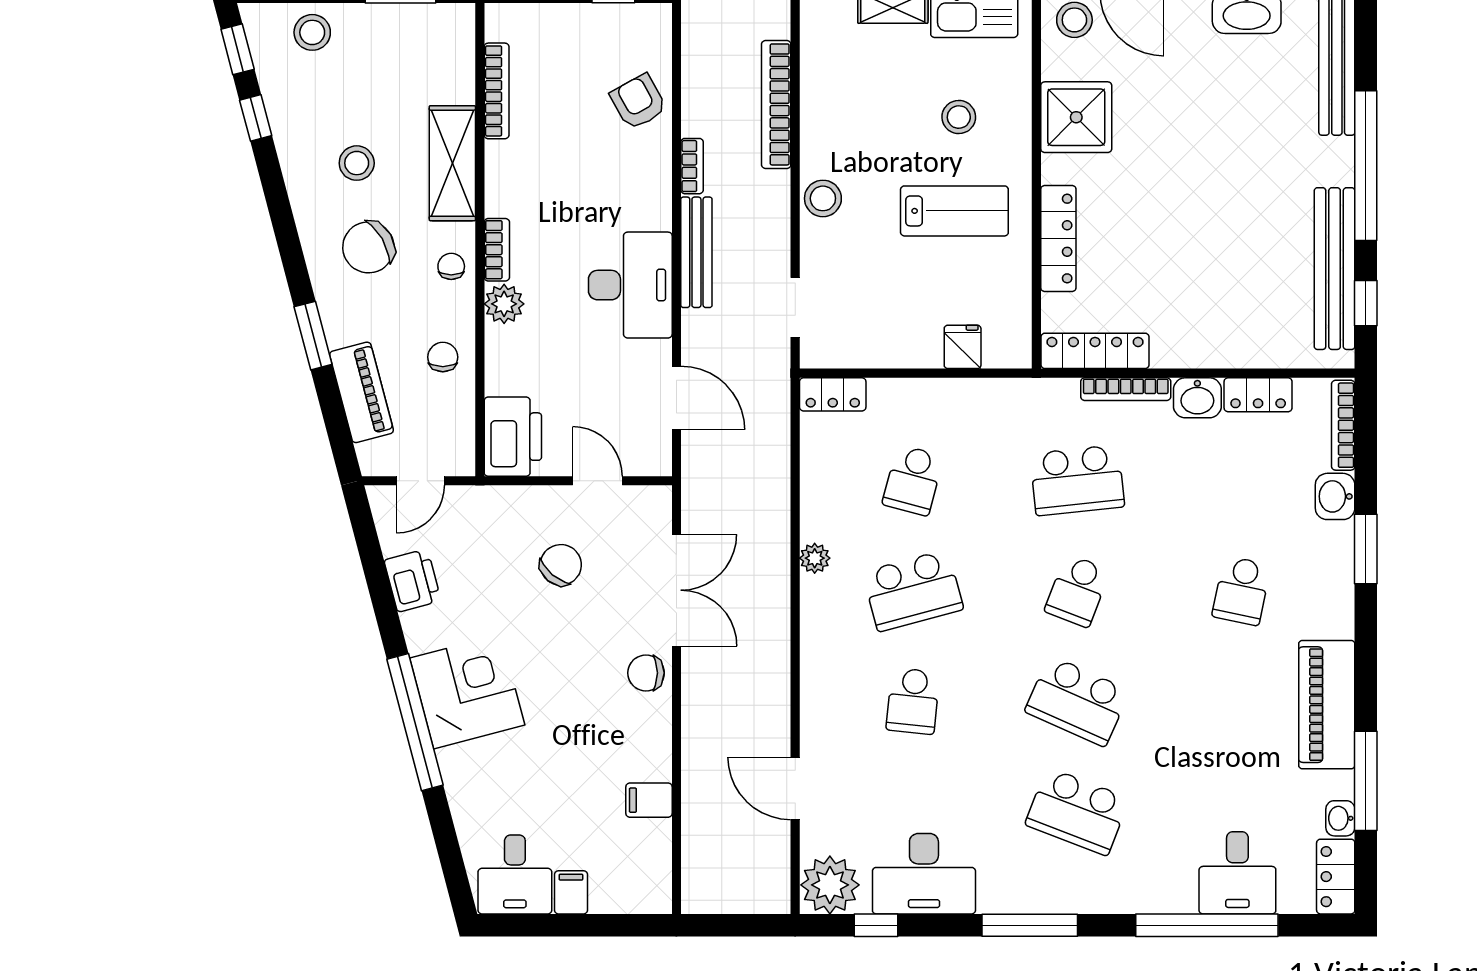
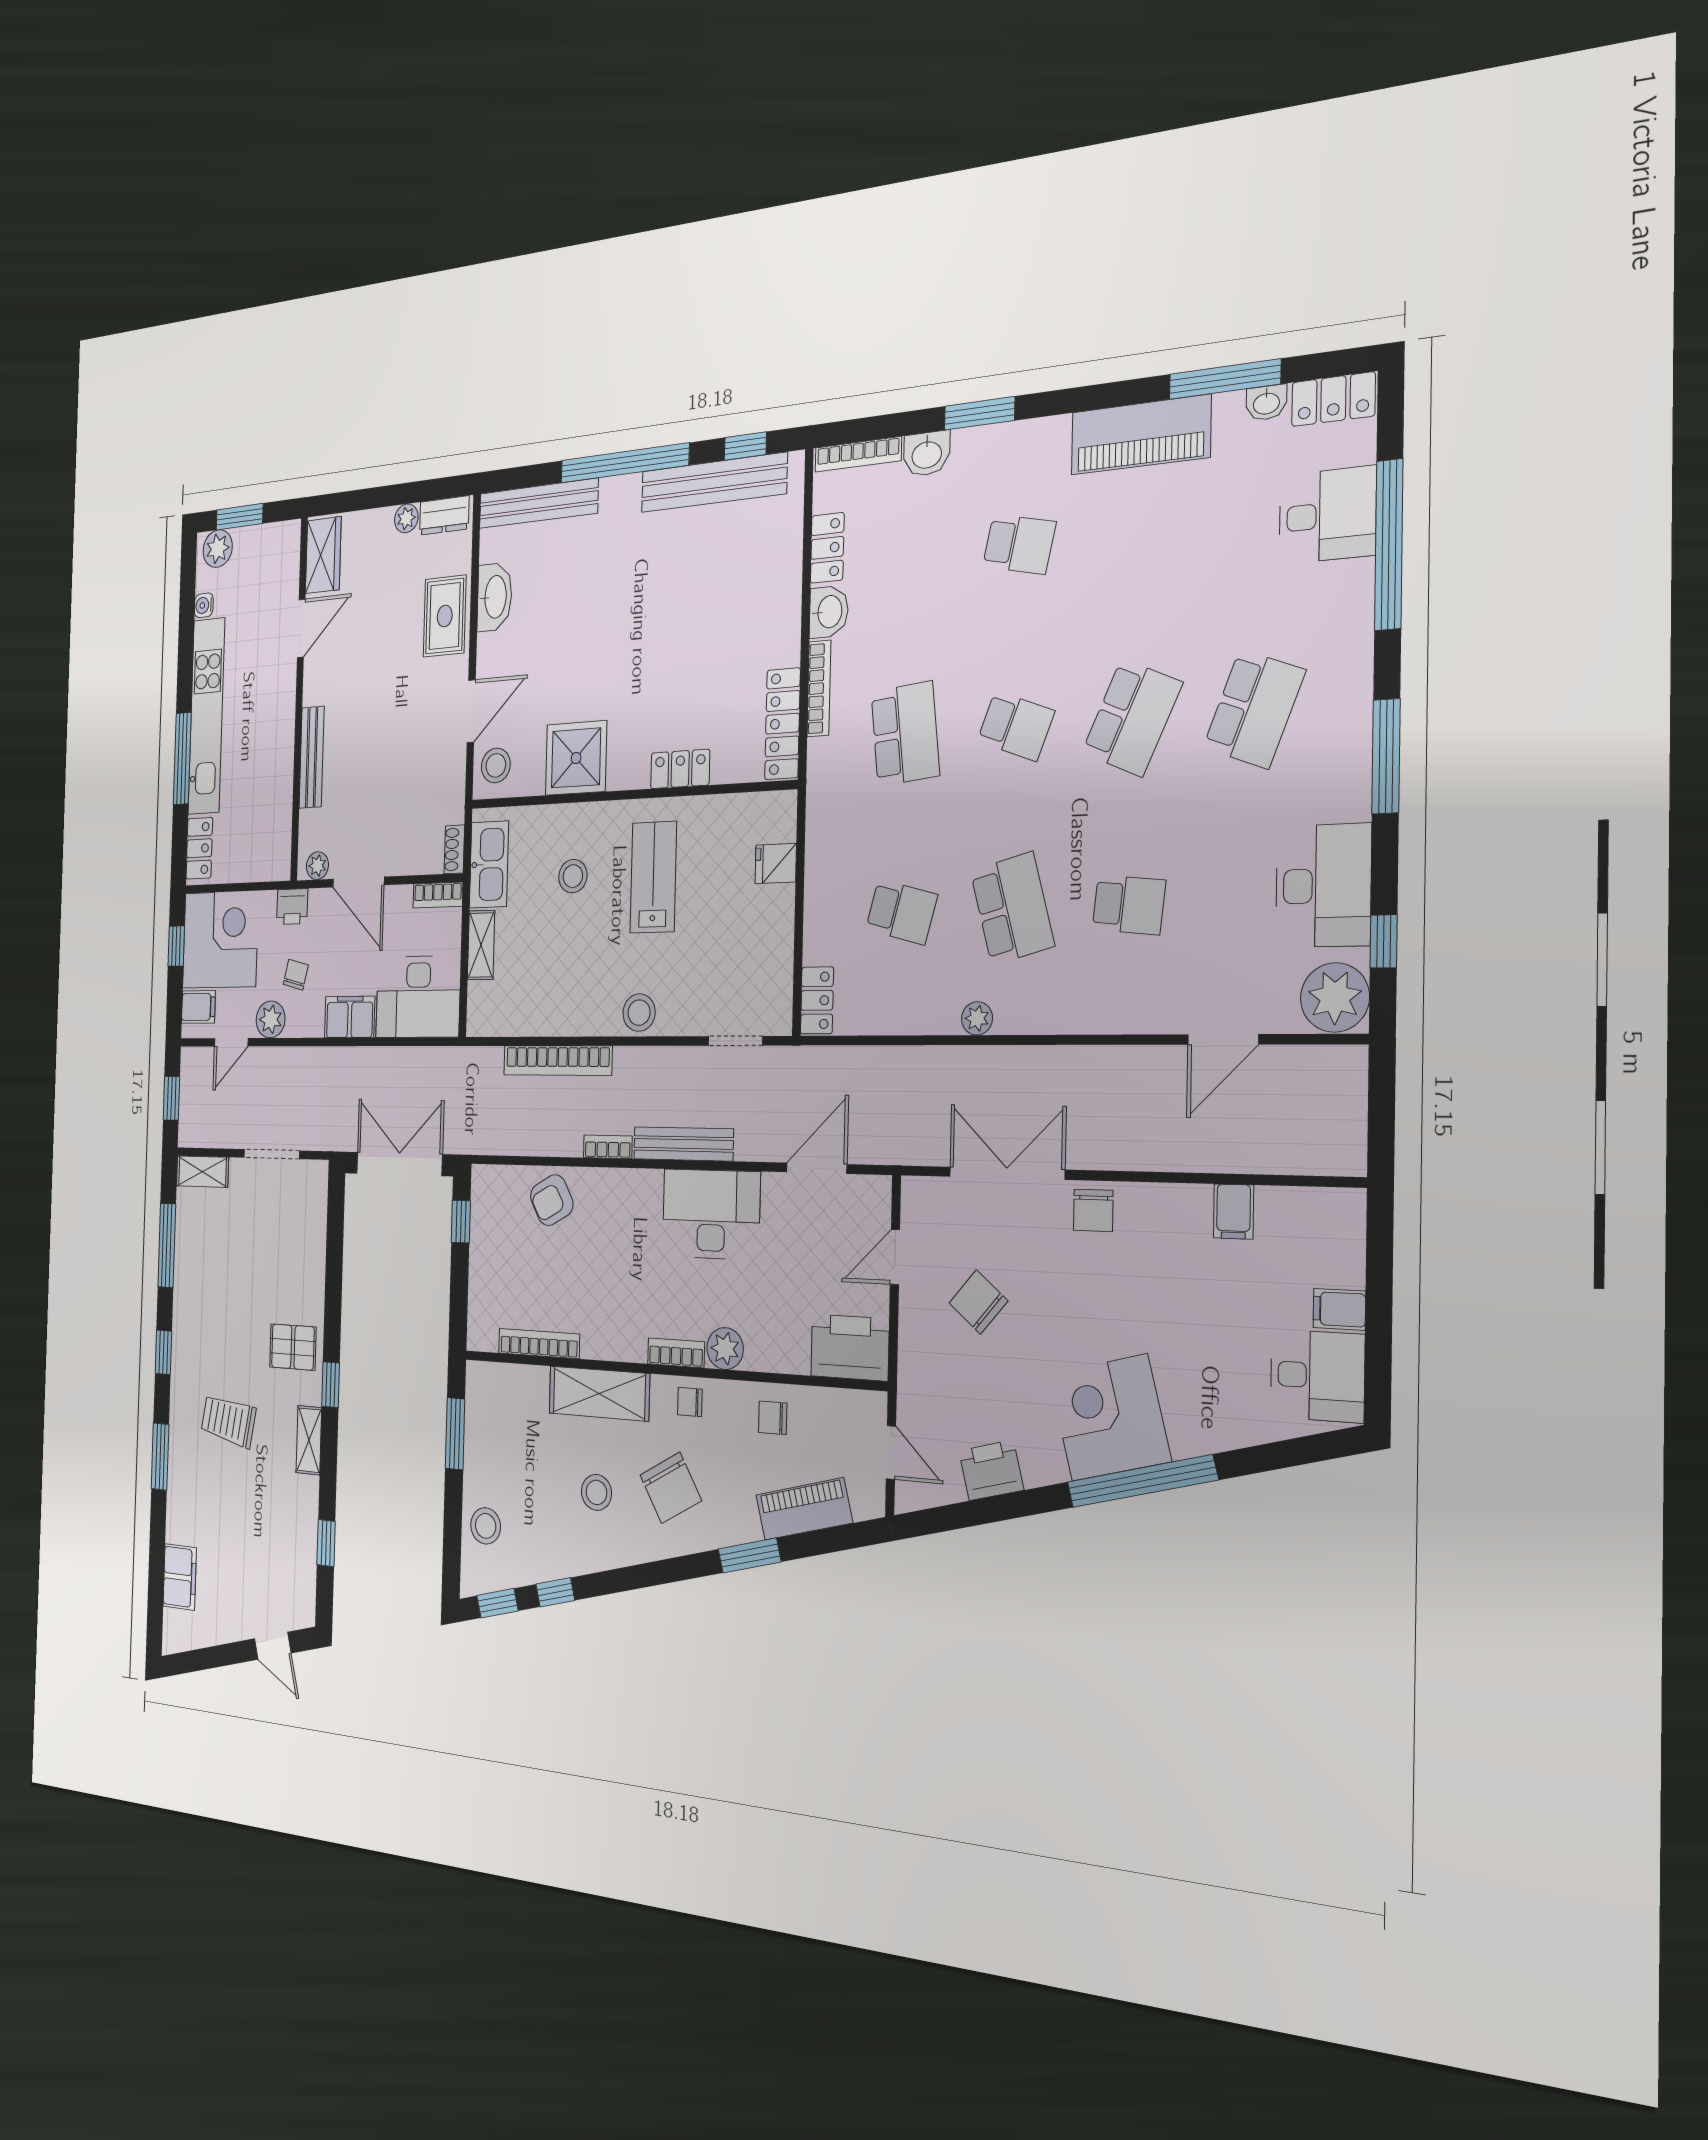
locker: (1058, 239) -> (680, 769), width x0.66

